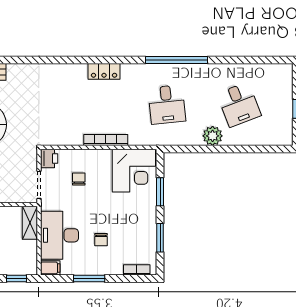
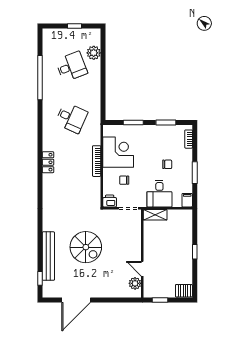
window: (176, 60) -> (40, 78), moved
desk: (167, 104) -> (71, 118), turned 30
plant: (213, 136) -> (94, 53), moved
corner desk: (134, 171) -> (118, 152), moved
desk: (60, 235) -> (159, 194), width x0.73
window: (16, 279) -> (195, 224), removed

